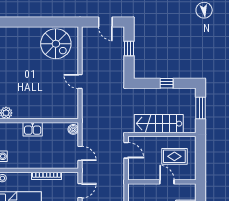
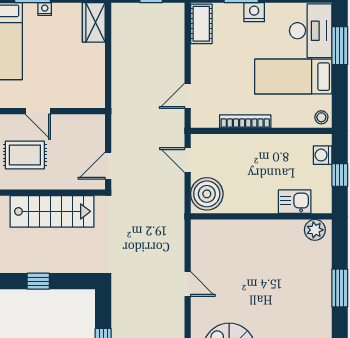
kitchen sink: (33, 129) -> (295, 202), moved
boiler: (73, 129) -> (207, 194), width x1.86, depth x1.86
door: (126, 150) -> (108, 166), hinge flipped

